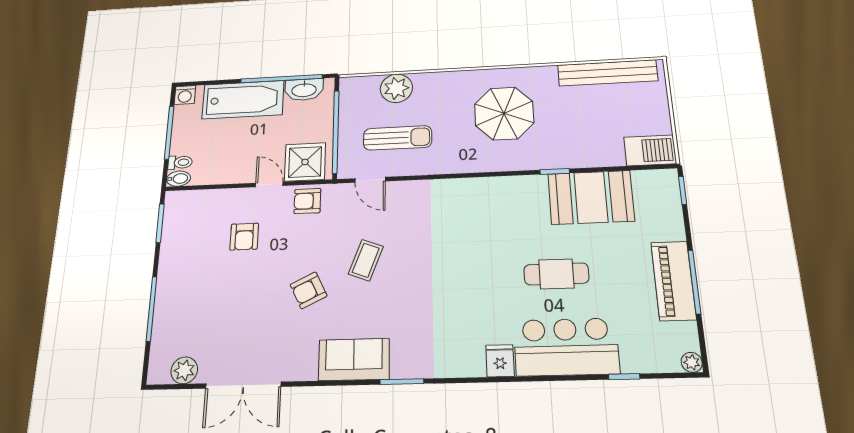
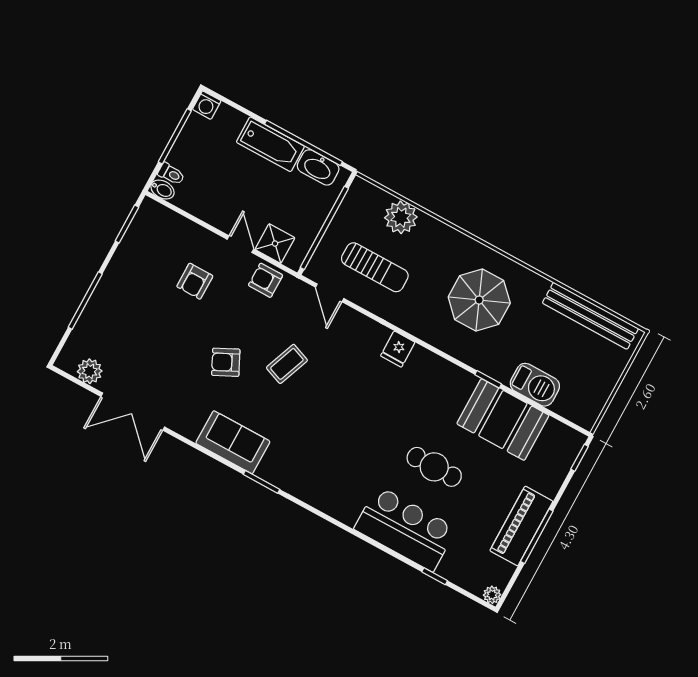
bathtub: (243, 100) -> (270, 144), width x0.73, depth x0.73
barbecue: (650, 150) -> (535, 385), moved
shower: (305, 162) -> (275, 244), width x0.73, depth x0.73
fridge: (500, 361) -> (398, 349), moved, turned 180

